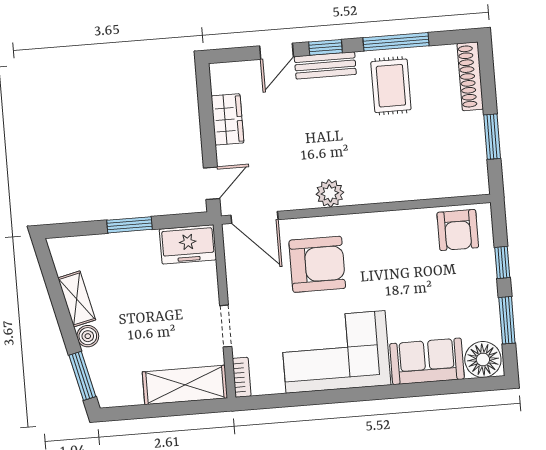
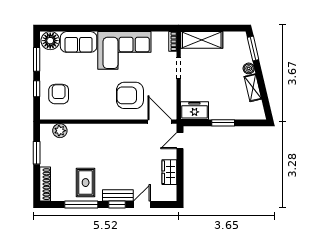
plant: (330, 193) -> (60, 131), moved
armchair: (458, 230) -> (59, 94), moved

